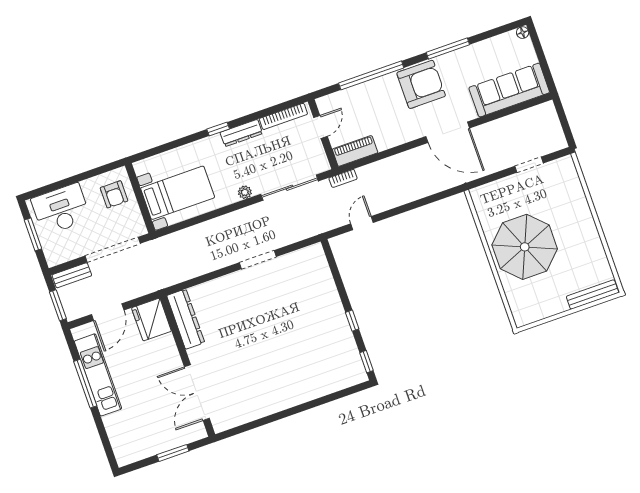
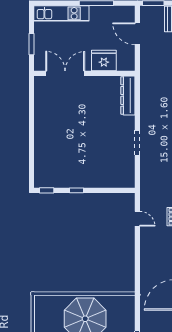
dresser: (186, 319) -> (128, 95), moved, turned 90
fridge: (151, 320) -> (104, 61), moved
kitchen unit: (98, 375) -> (61, 13), moved

